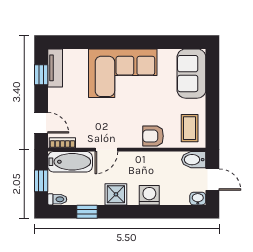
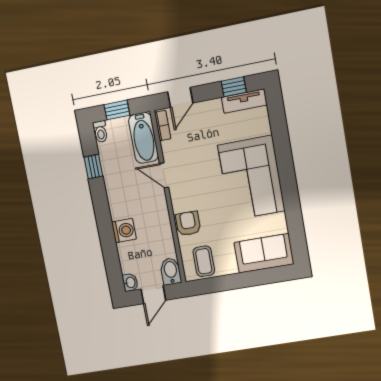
coffee table: (190, 128) -> (204, 261), turned 90
shower: (116, 194) -> (118, 194), removed

